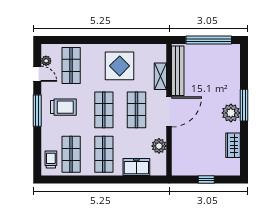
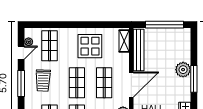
door: (37, 74) -> (21, 53), hinge flipped
shelving: (160, 76) -> (124, 41), moved
trolley: (63, 107) -> (43, 81), turned 92
plant: (231, 113) -> (183, 70), moved

